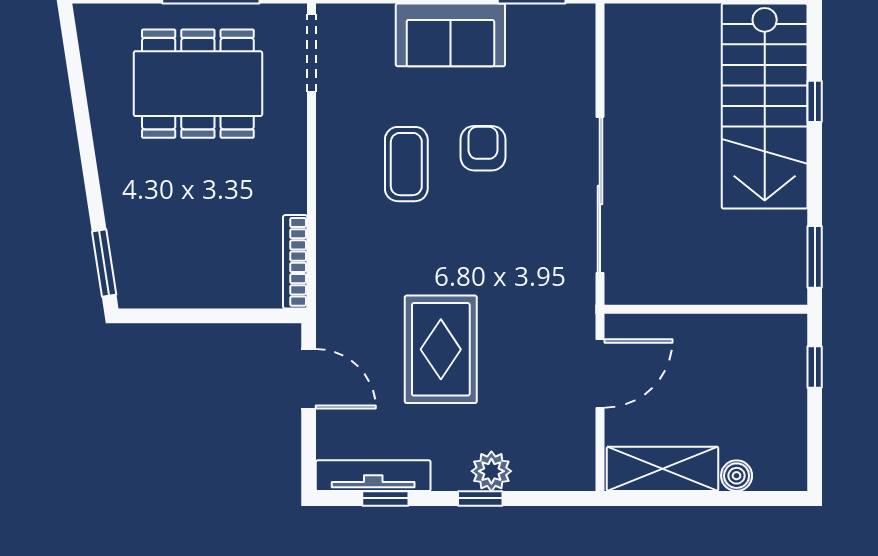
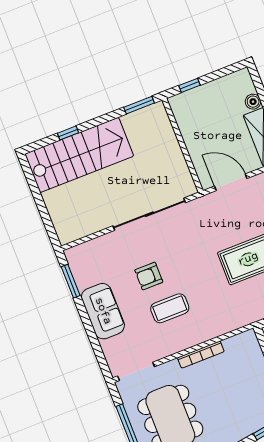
bookcase: (295, 262) -> (201, 355), moved

